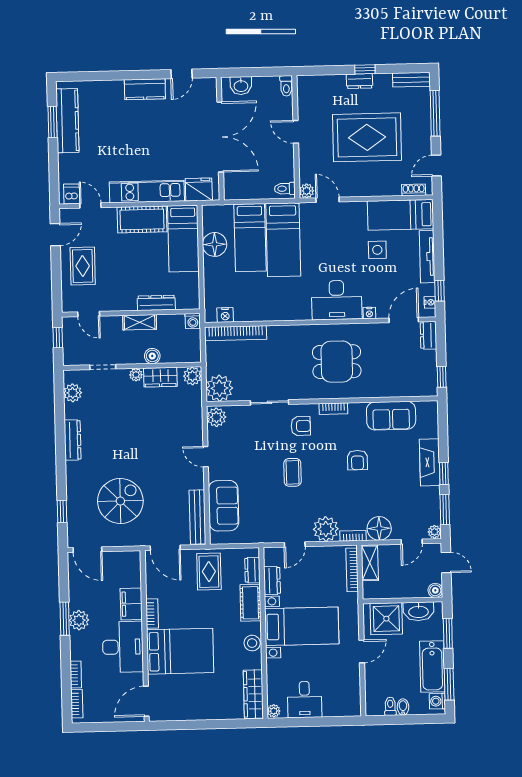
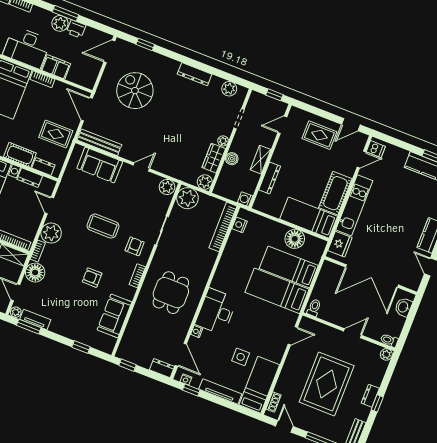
plant: (307, 191) -> (386, 354), moved
door: (55, 235) -> (351, 125), hinge flipped
armchair: (301, 426) -> (135, 246), turned 180
fireplace: (430, 462) -> (68, 330), removed
coffee table: (293, 472) -> (103, 226), width x1.36, depth x1.30
window: (444, 473) -> (81, 347), moved
spiral stairs: (120, 501) -> (135, 91), turned 180
tv unit: (433, 505) -> (35, 319), added
door: (165, 548) -> (87, 109), hinge flipped
printer: (77, 599) -> (76, 29), added

